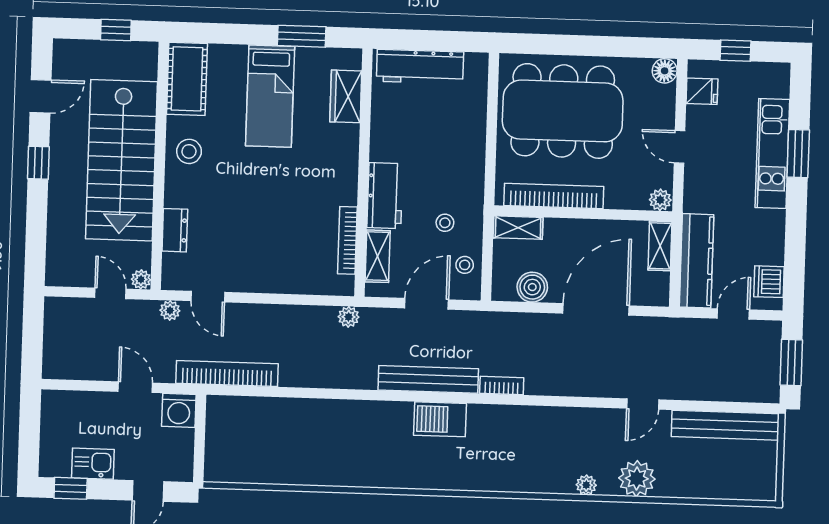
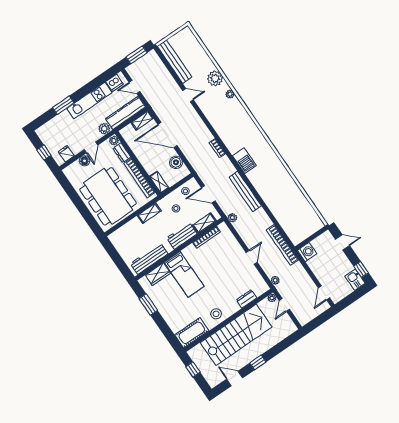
workbench: (420, 67) -> (149, 259), moved, turned -90
floor lamp: (665, 71) -> (84, 161), moved
bed: (270, 96) -> (184, 274), moved, turned 90
kitchen unit: (772, 153) -> (89, 100), moved
shelving: (473, 165) -> (149, 213), added
dresser: (626, 198) -> (122, 153), added
plant: (696, 198) -> (104, 129), added
shelving: (660, 246) -> (142, 120), moved
door: (208, 297) -> (252, 257), moved
bench: (428, 379) -> (245, 191), moved
door: (135, 387) -> (324, 293), moved
kitchen sink: (93, 464) -> (355, 280), moved

